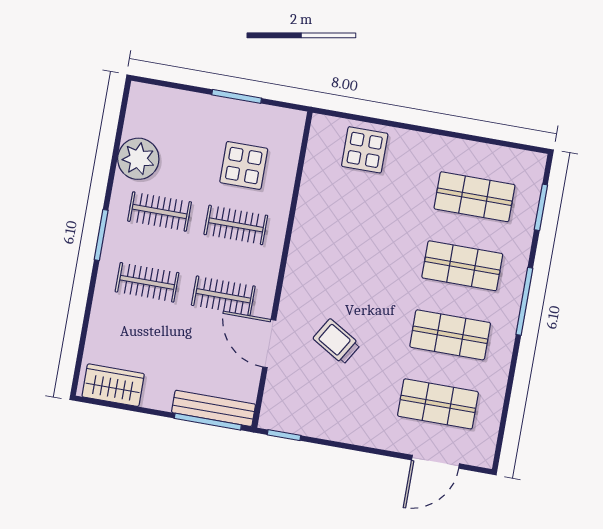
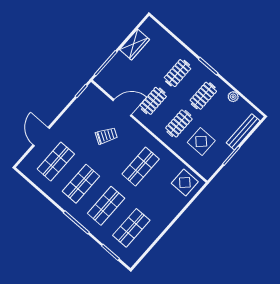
display table: (365, 150) -> (185, 182), moved
plant: (138, 159) -> (233, 97), width x0.53, depth x0.53
shop shelf: (355, 247) -> (141, 167), added
wardrobe: (113, 385) -> (134, 45), moved
bench: (214, 408) -> (243, 132), moved
door: (436, 462) -> (41, 137), moved

